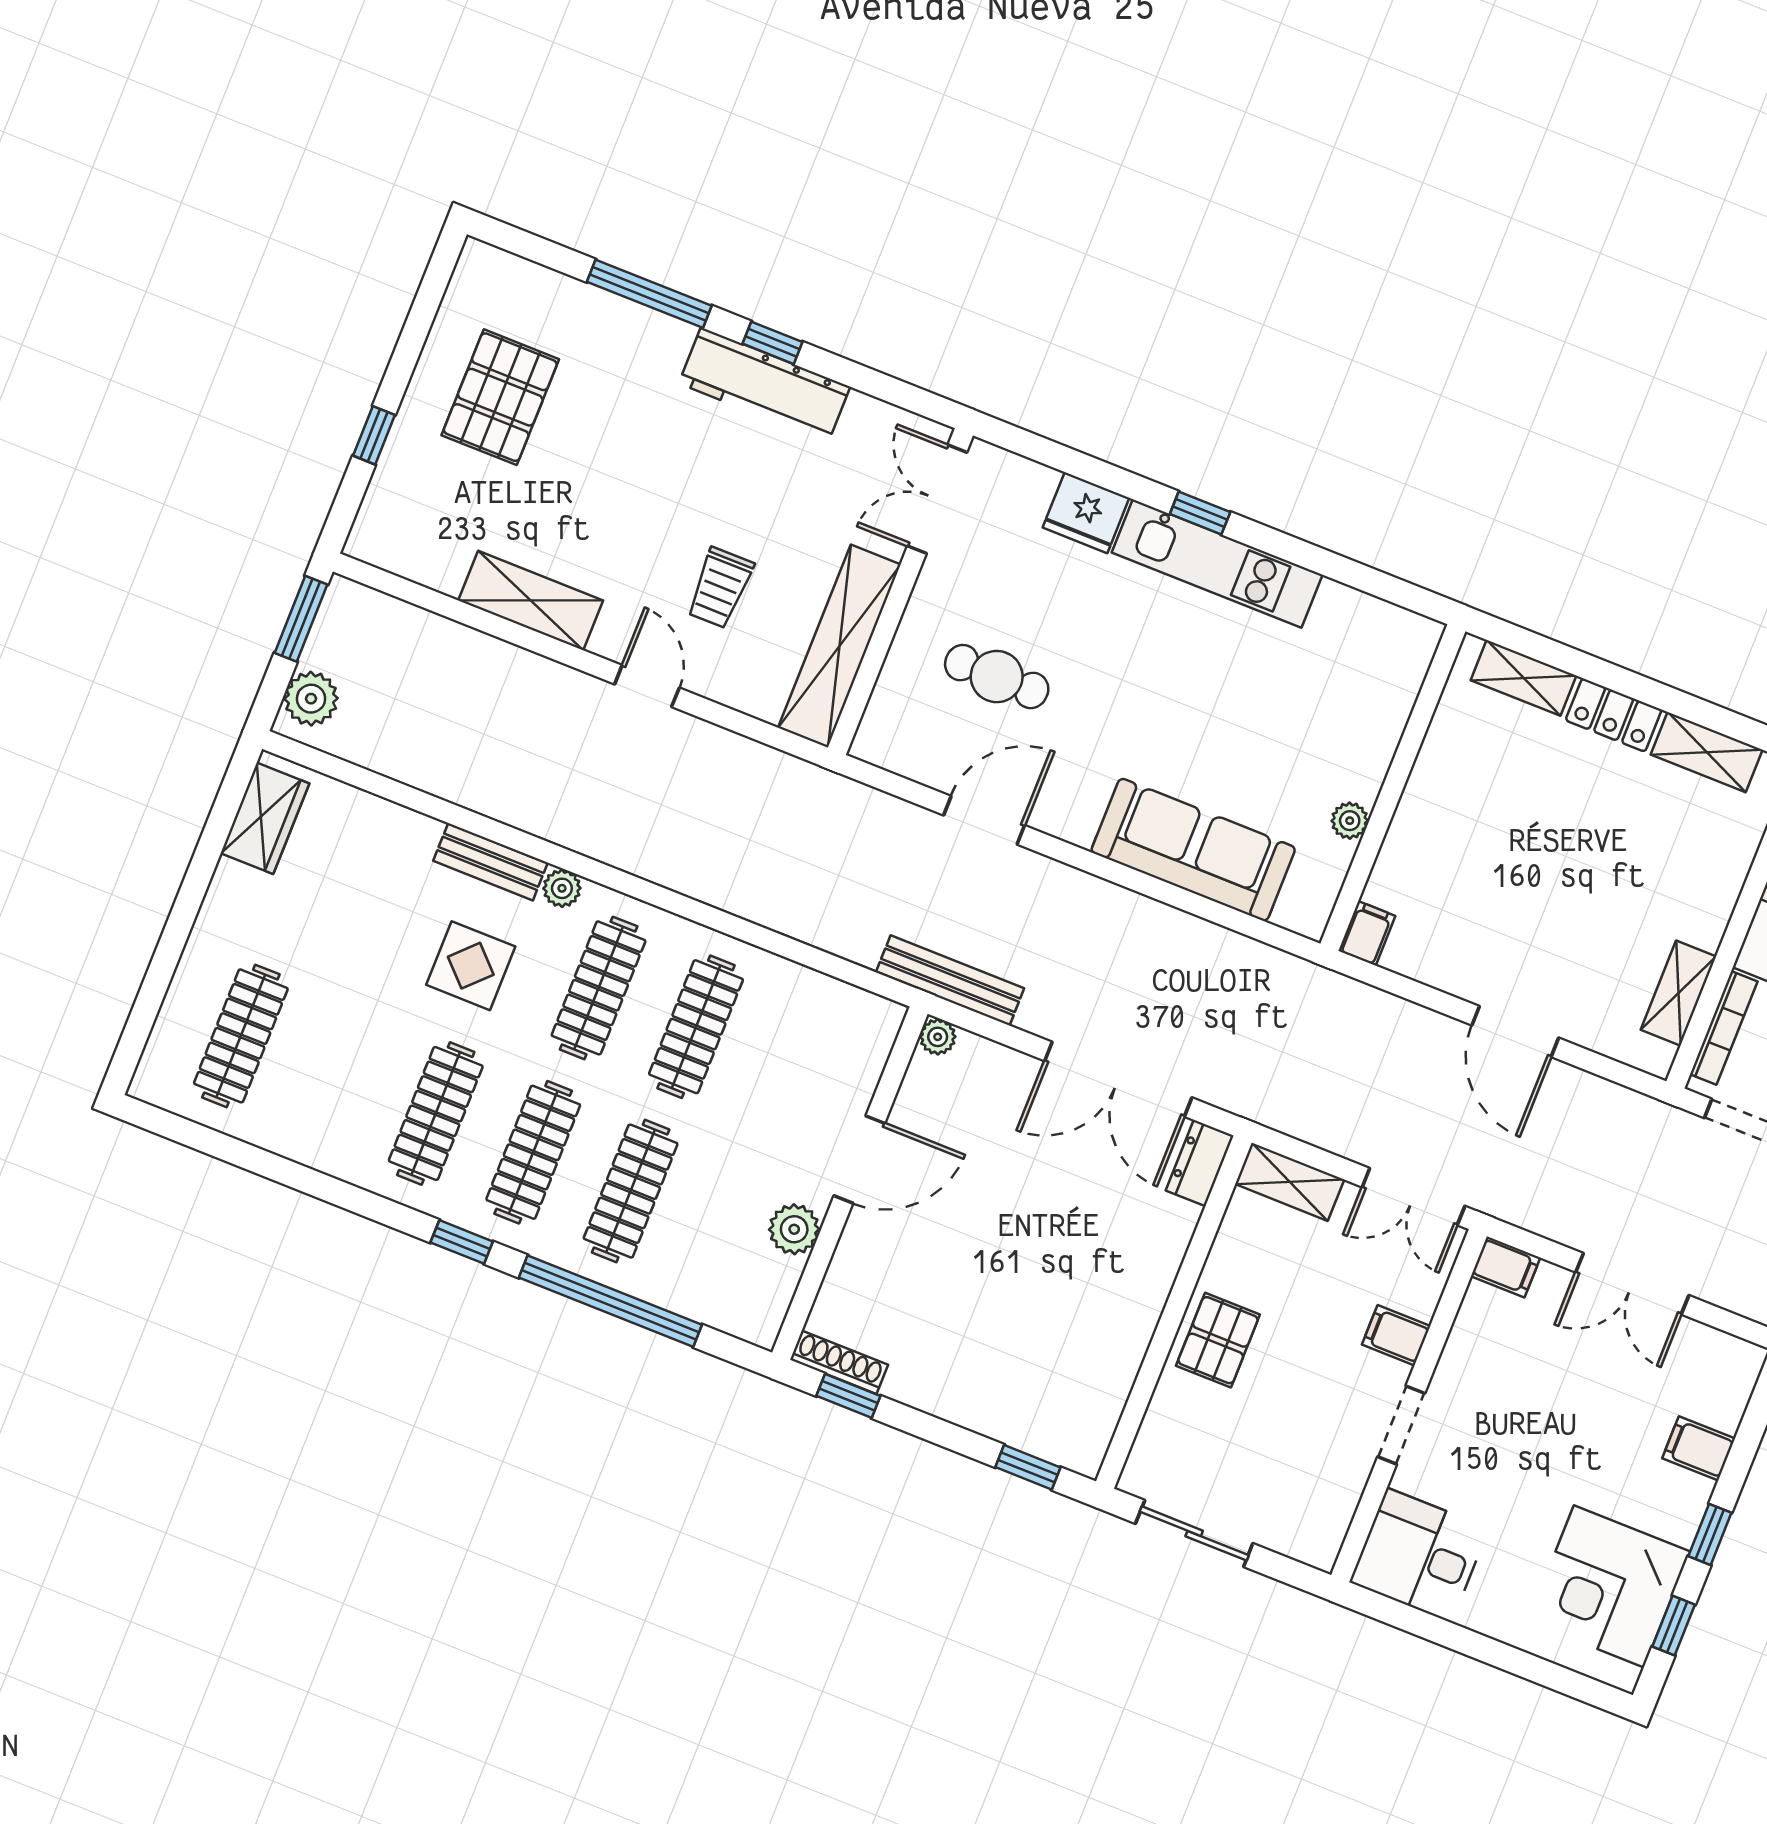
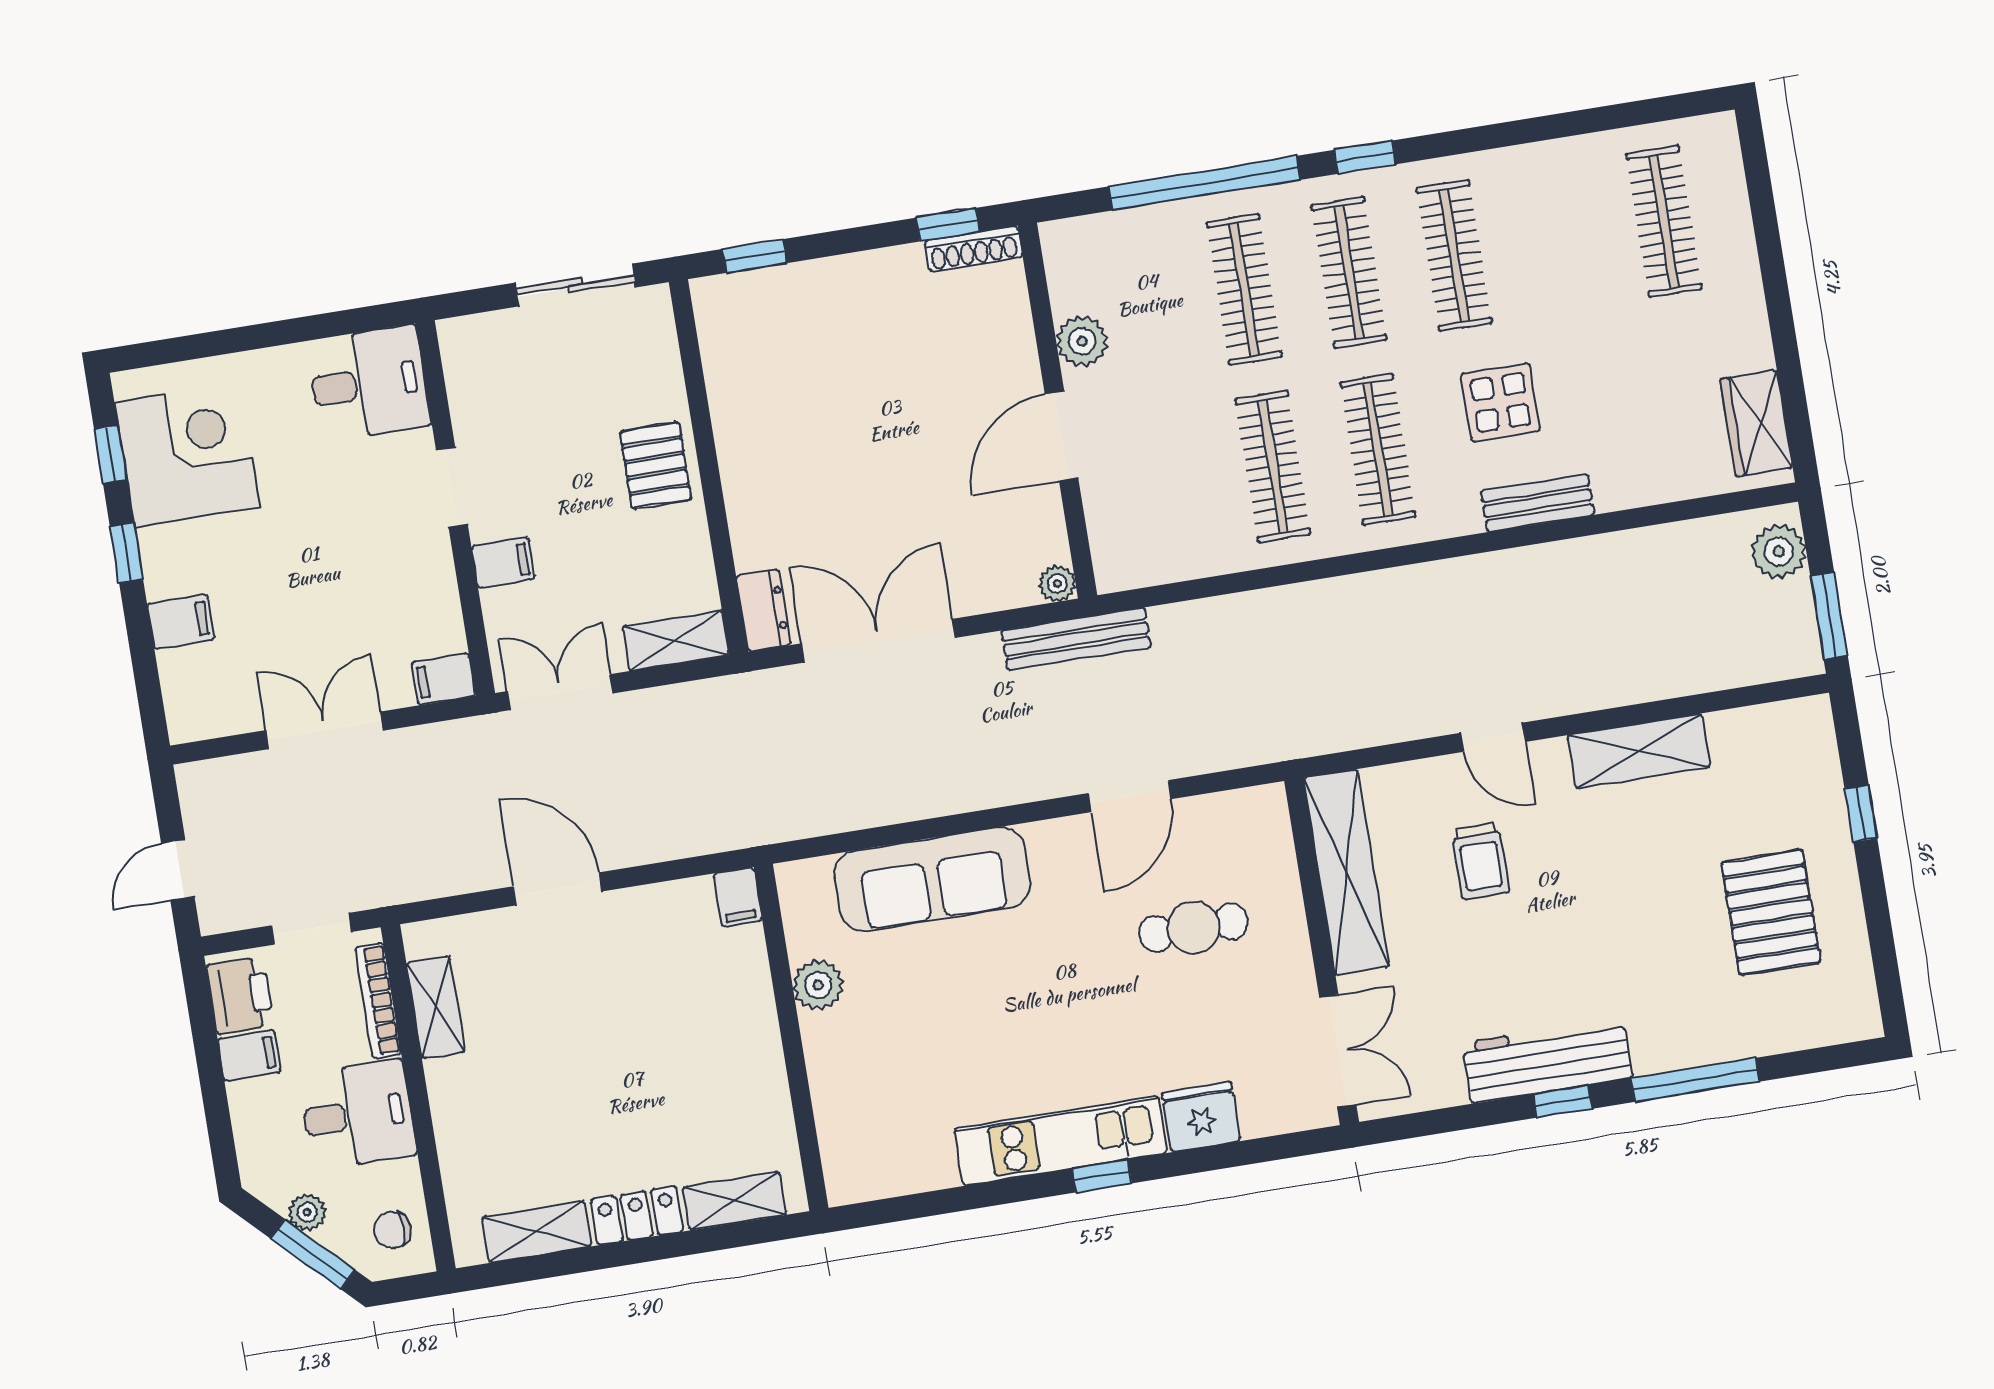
trolley: (720, 588) -> (1480, 861), turned 180
plant: (1350, 821) -> (818, 985), width x1.38, depth x1.38
plant: (562, 888) -> (1462, 517), removed

